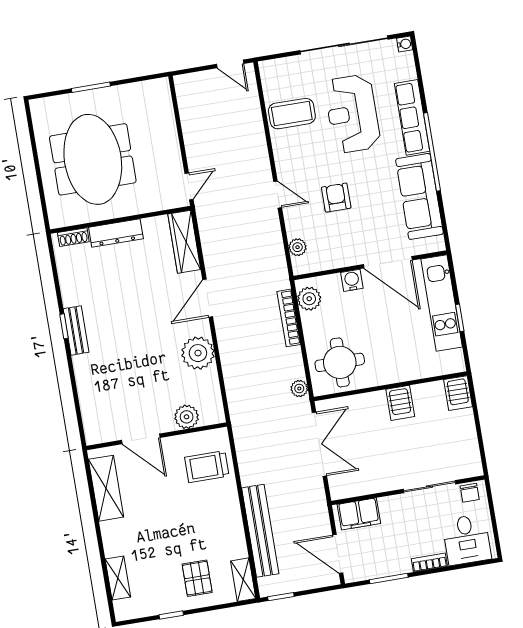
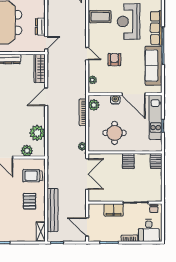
dresser: (171, 155) -> (40, 27), added
plant: (198, 353) -> (37, 133), moved
round table: (340, 362) -> (115, 133), moved
filing cabinet: (359, 514) -> (114, 210), moved
pallet: (197, 578) -> (29, 201), moved

